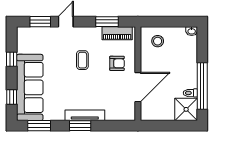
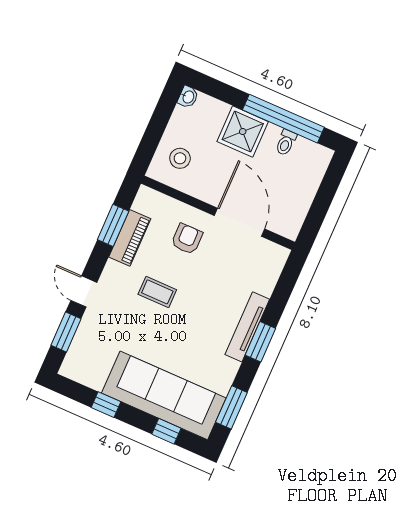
piano: (117, 33) -> (130, 238), moved
shower: (186, 109) -> (243, 132), moved

